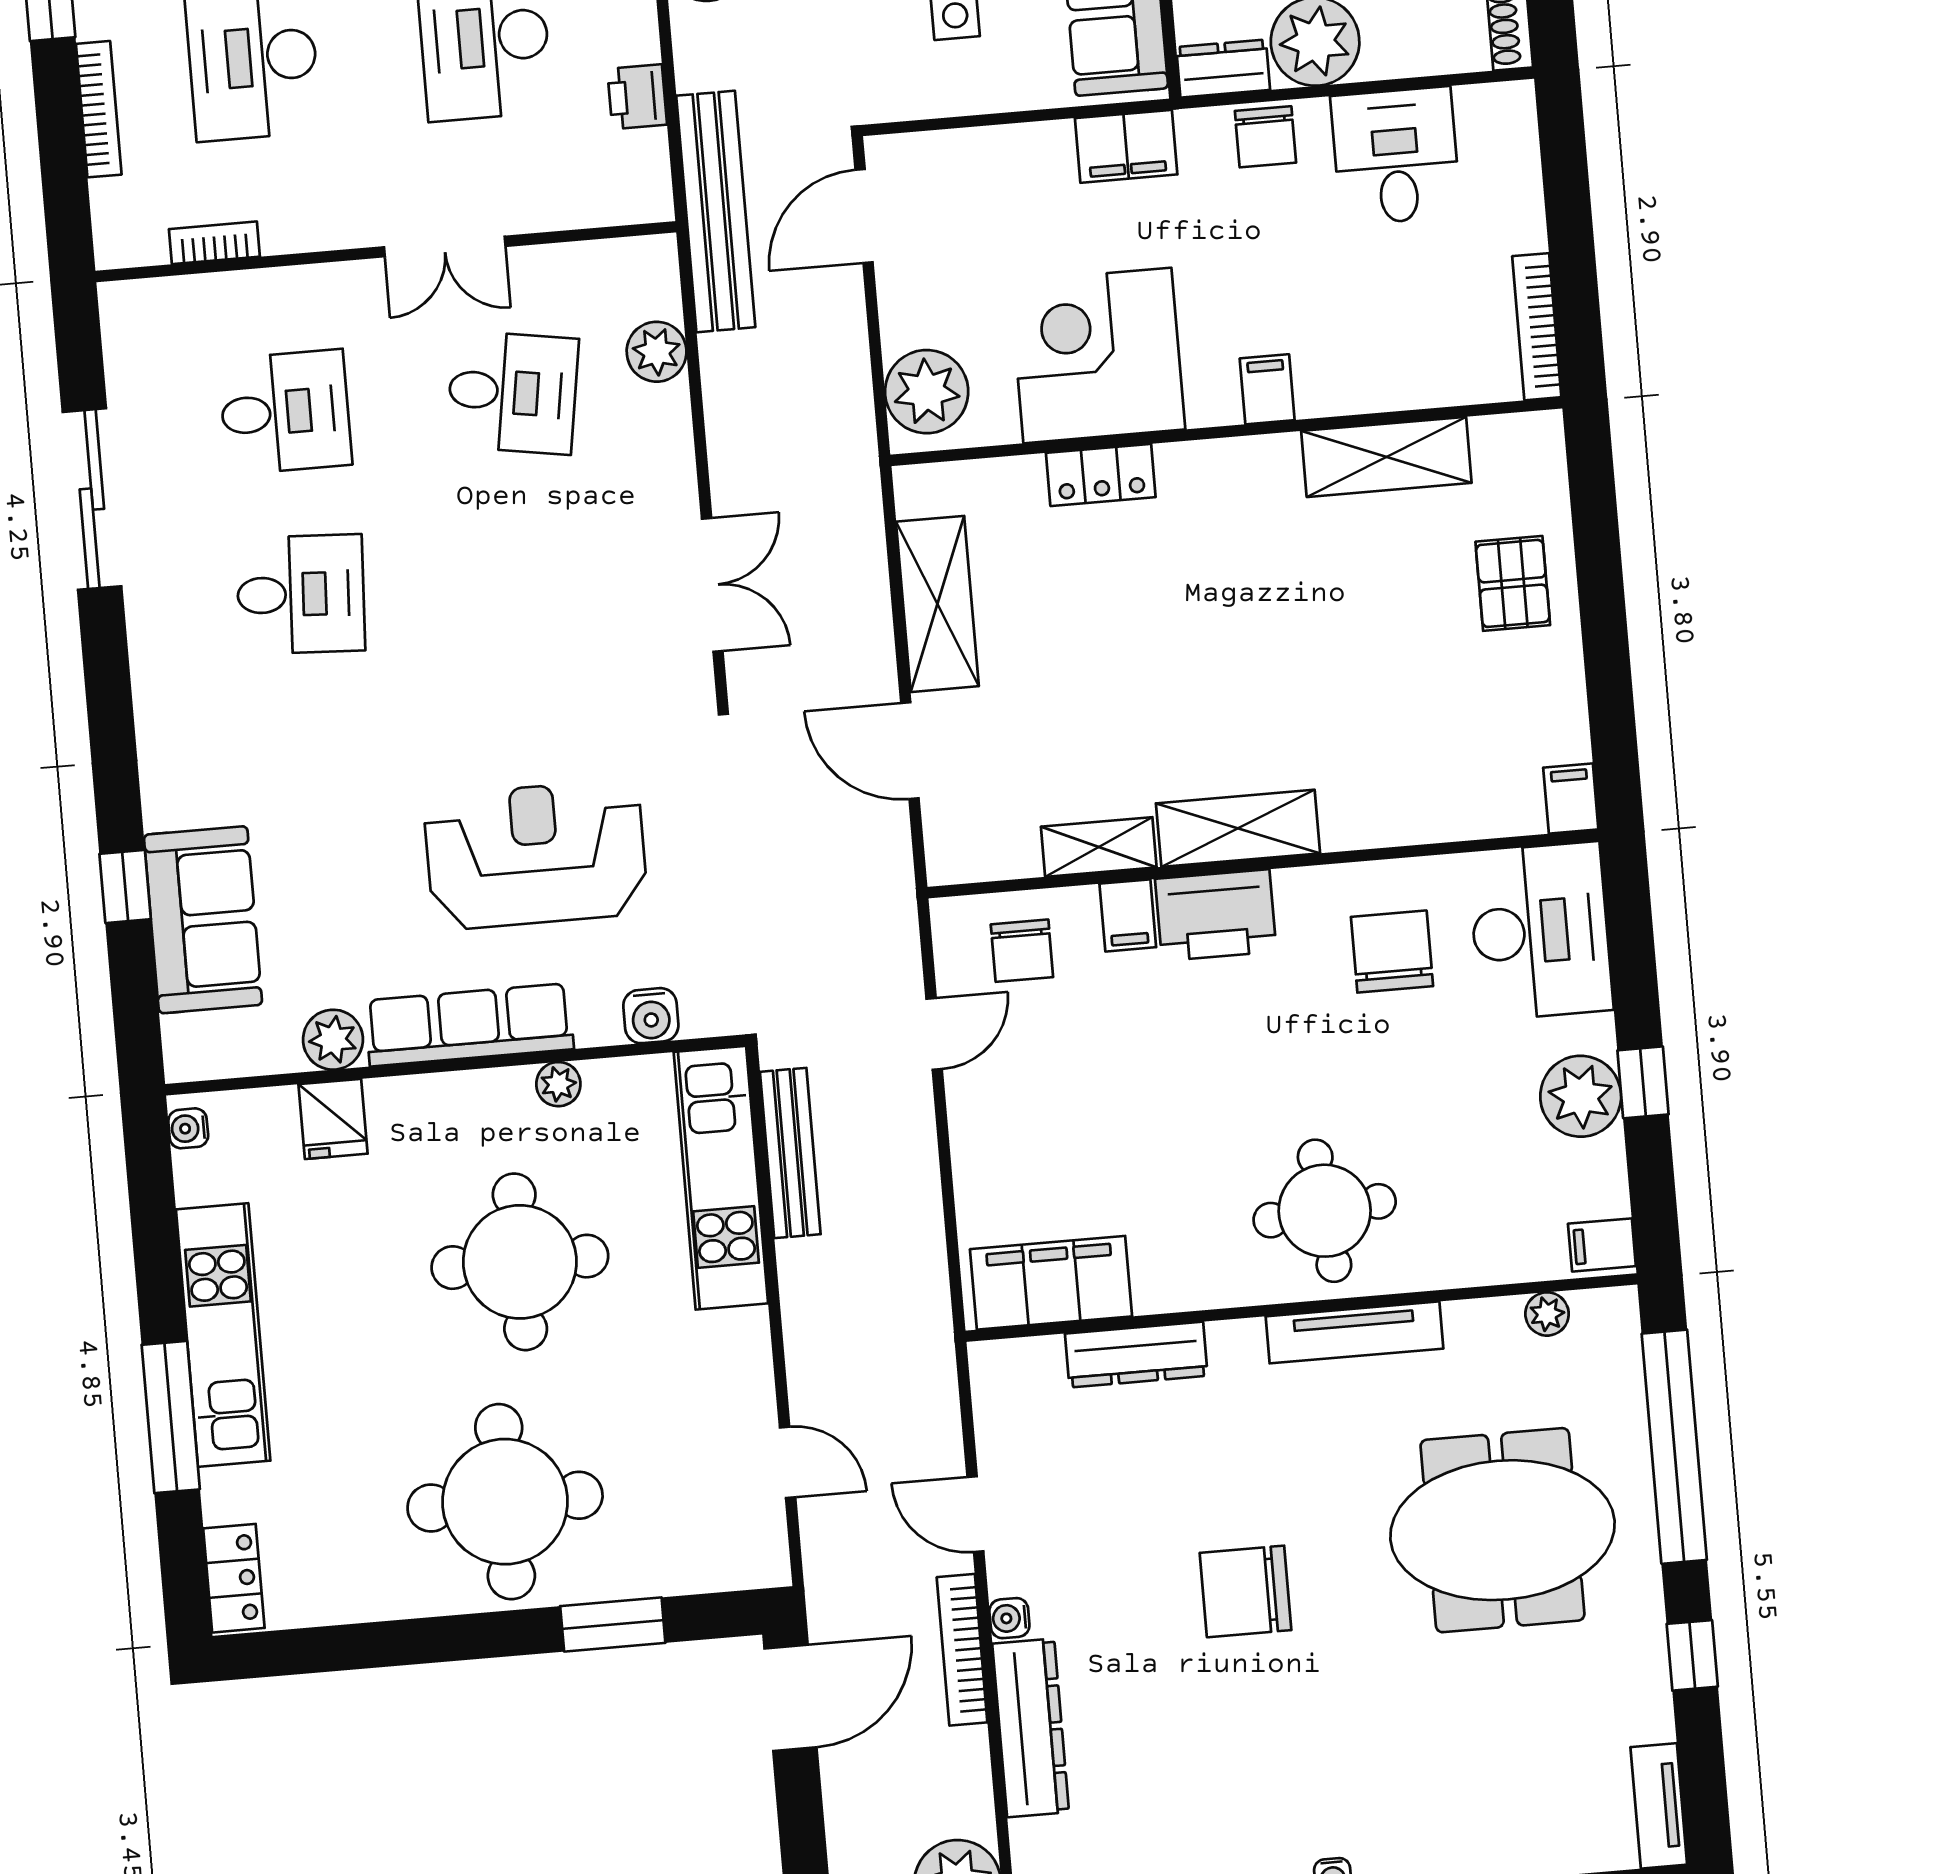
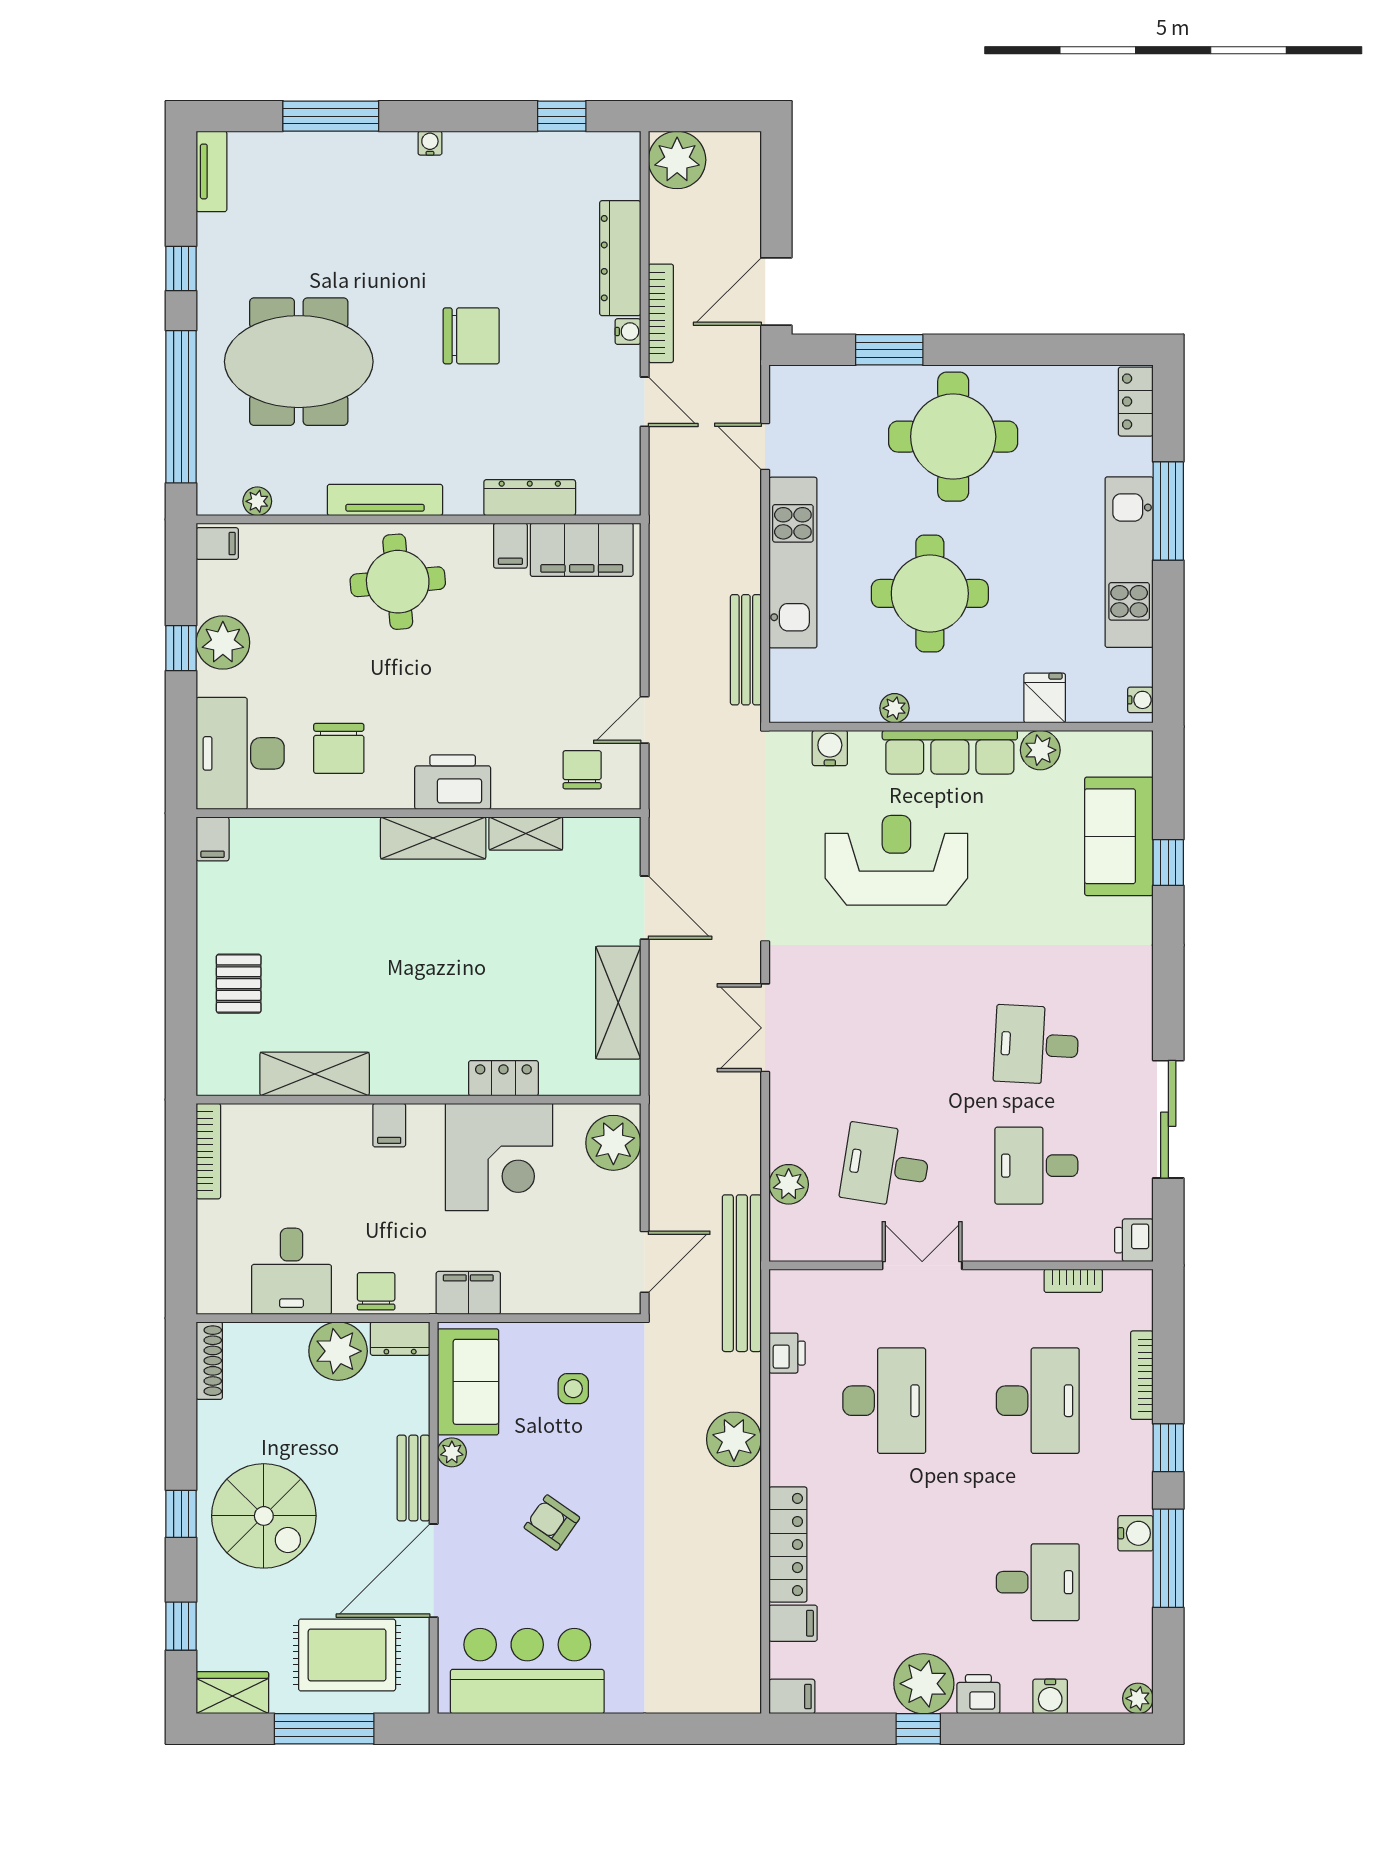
printer: (128, 312) -> (1134, 1240), added
reception desk: (536, 855) -> (896, 860), turned 180
filing cabinet: (1128, 915) -> (510, 546), moved, turned 180
kitchen unit: (721, 1178) -> (793, 563), moved

